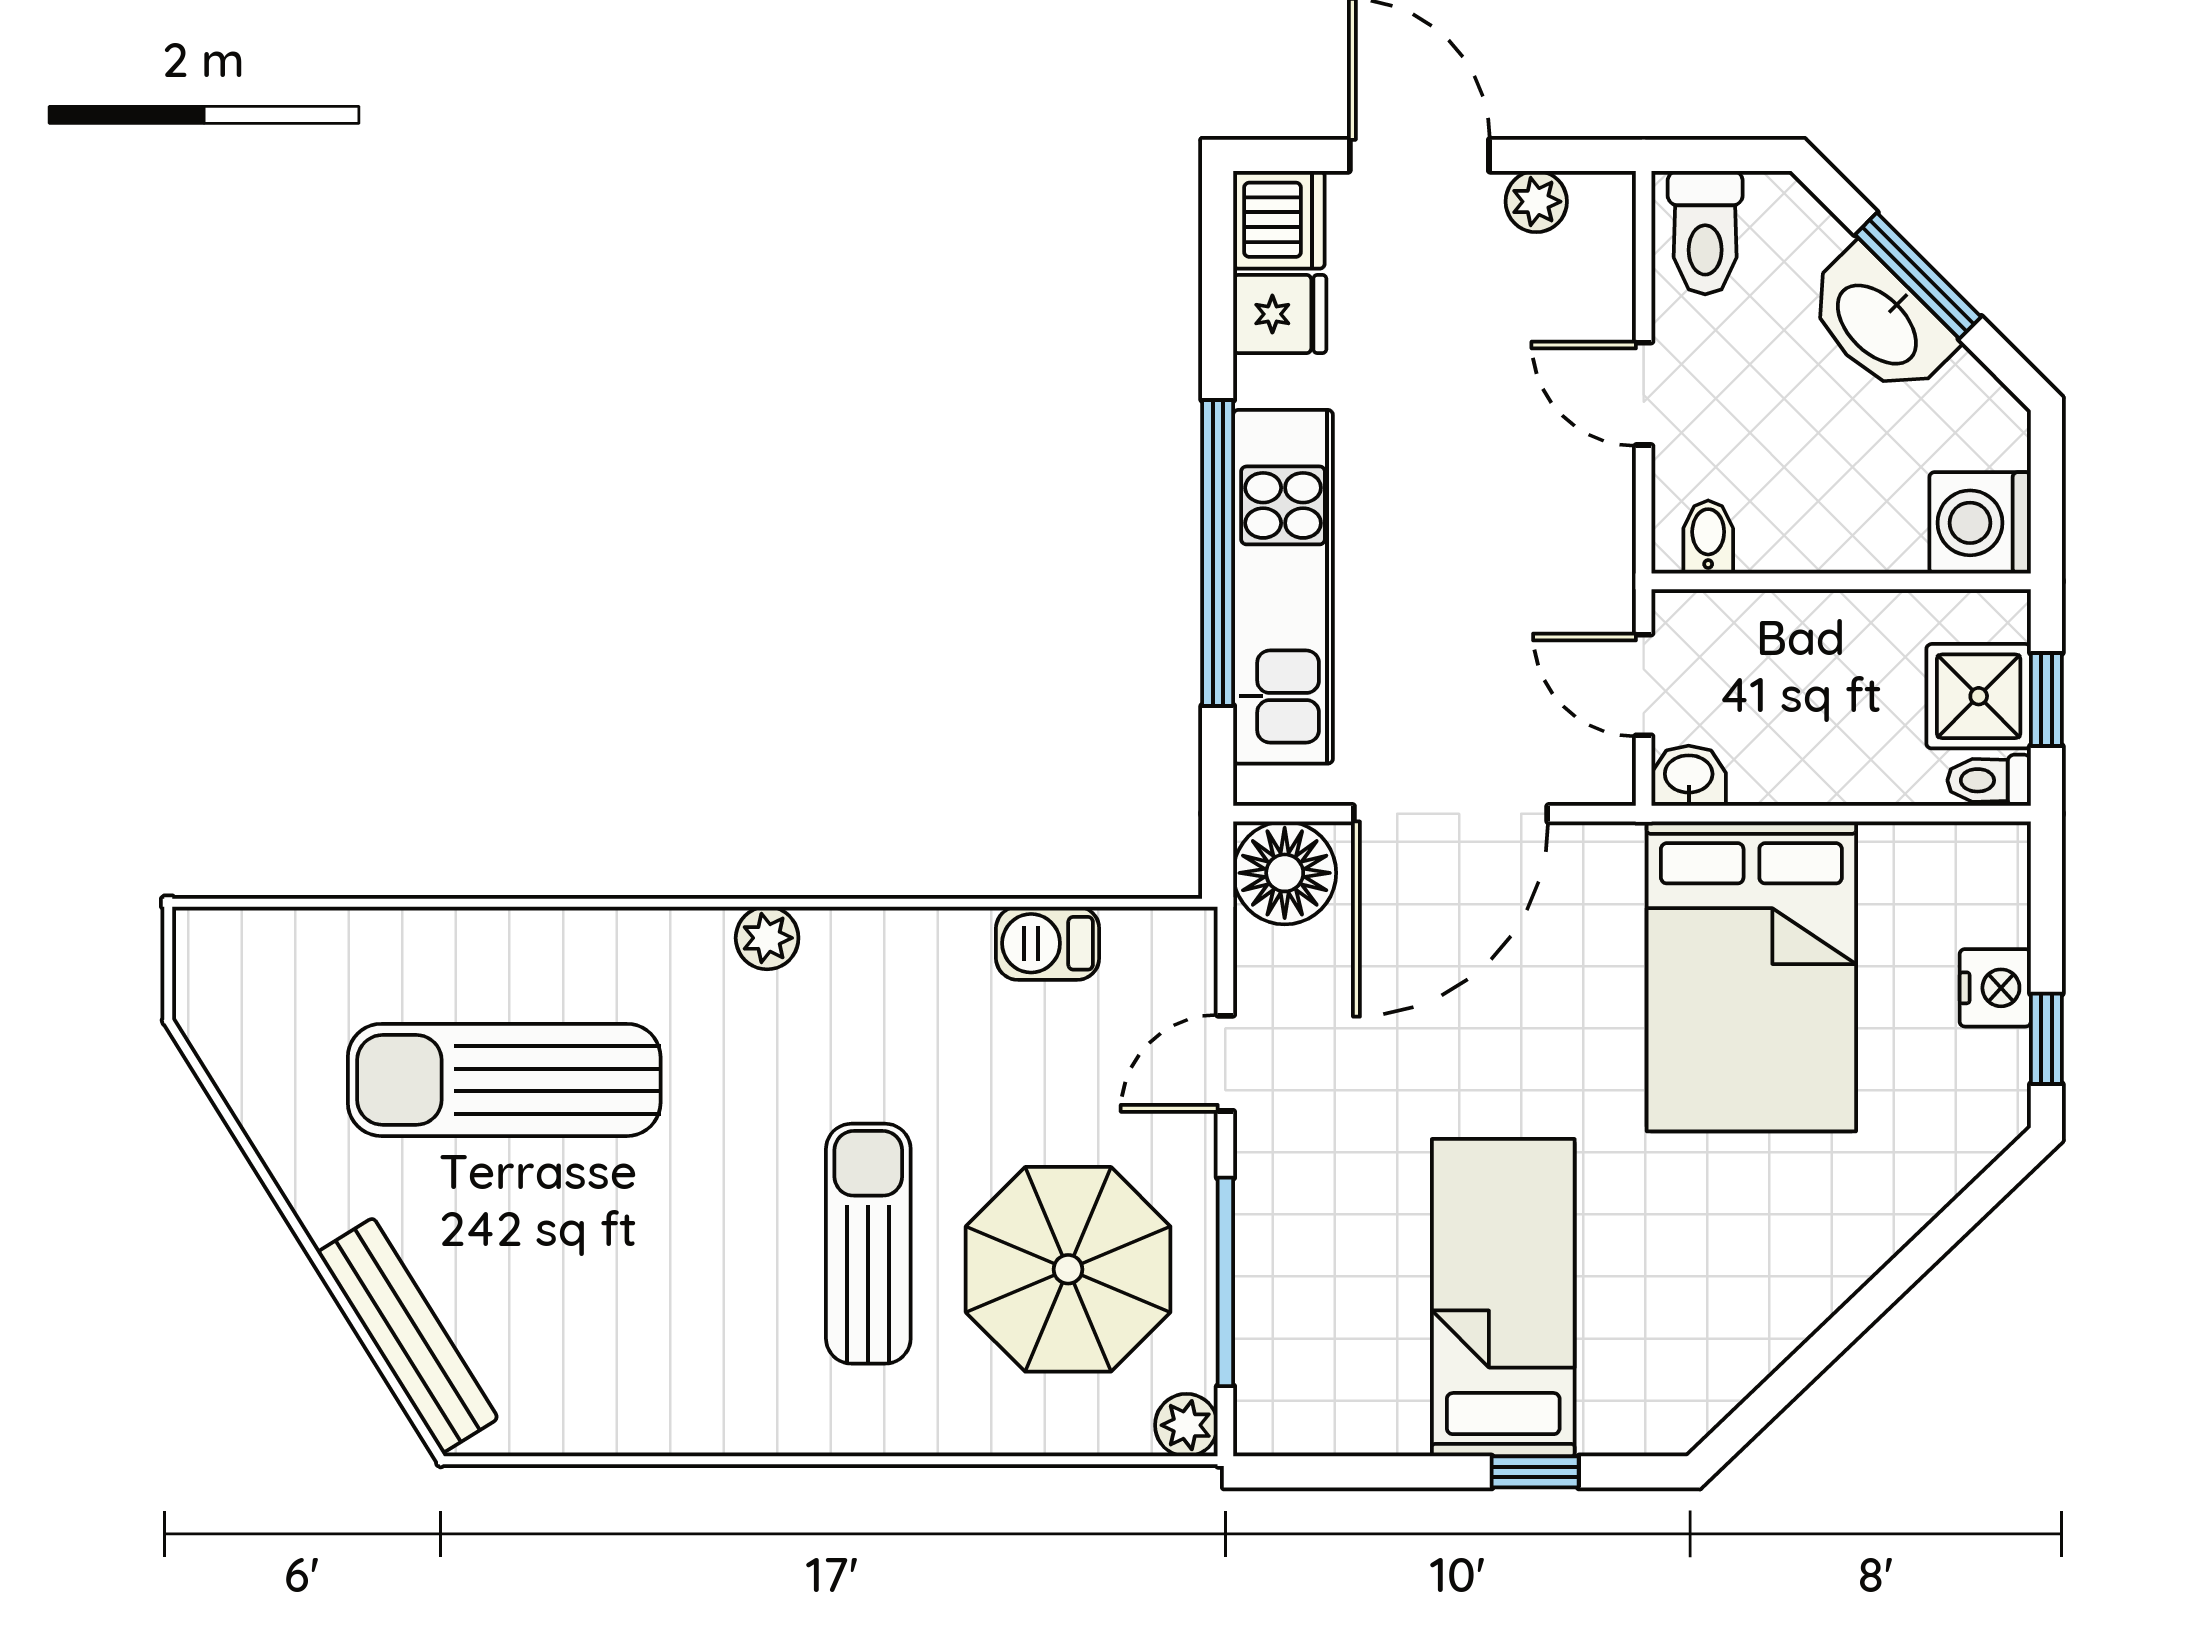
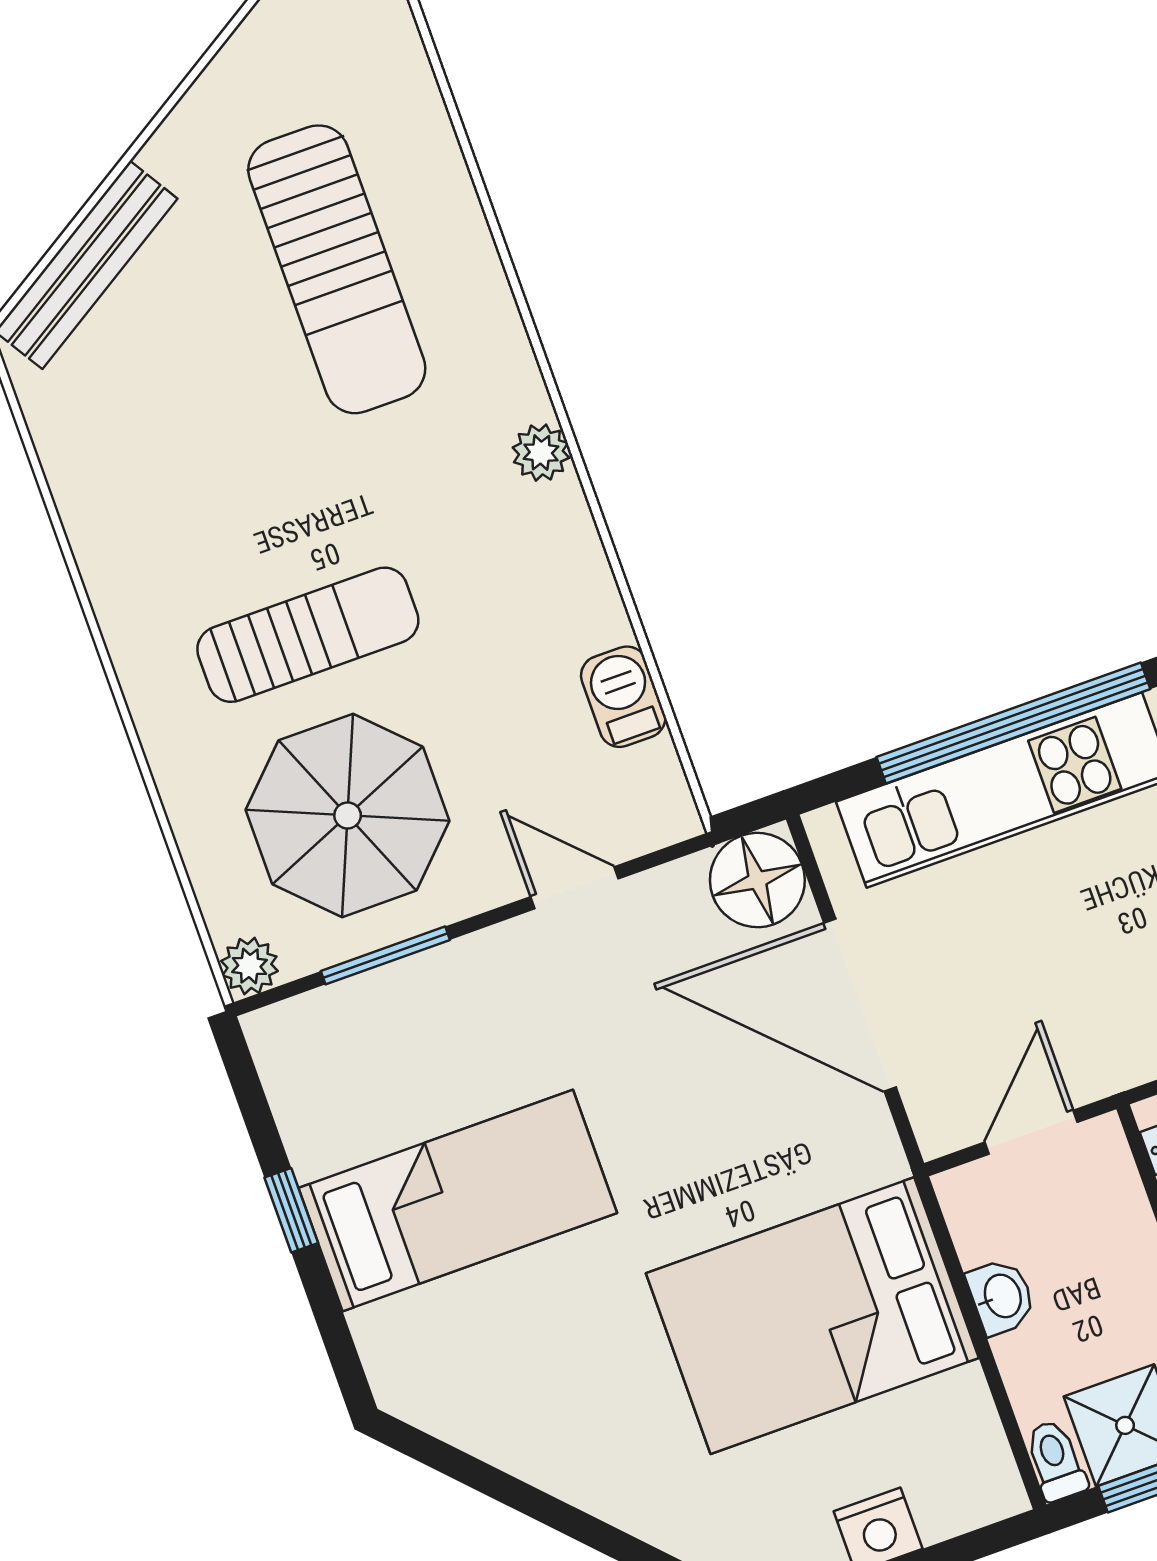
washbasin: (1689, 776) -> (1001, 1296), moved
sun lounger: (504, 1080) -> (337, 269), turned 180
window: (1225, 1282) -> (385, 955), width x0.69
window: (1535, 1472) -> (291, 1210), moved

